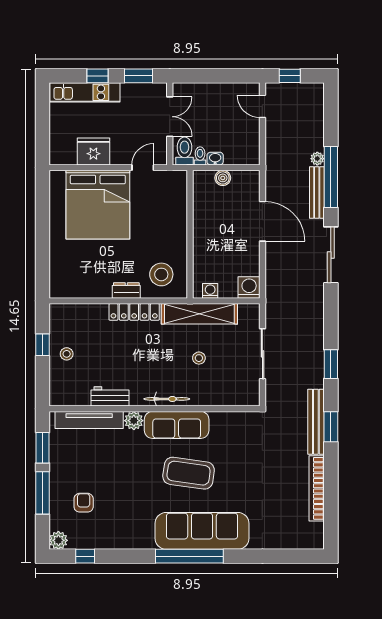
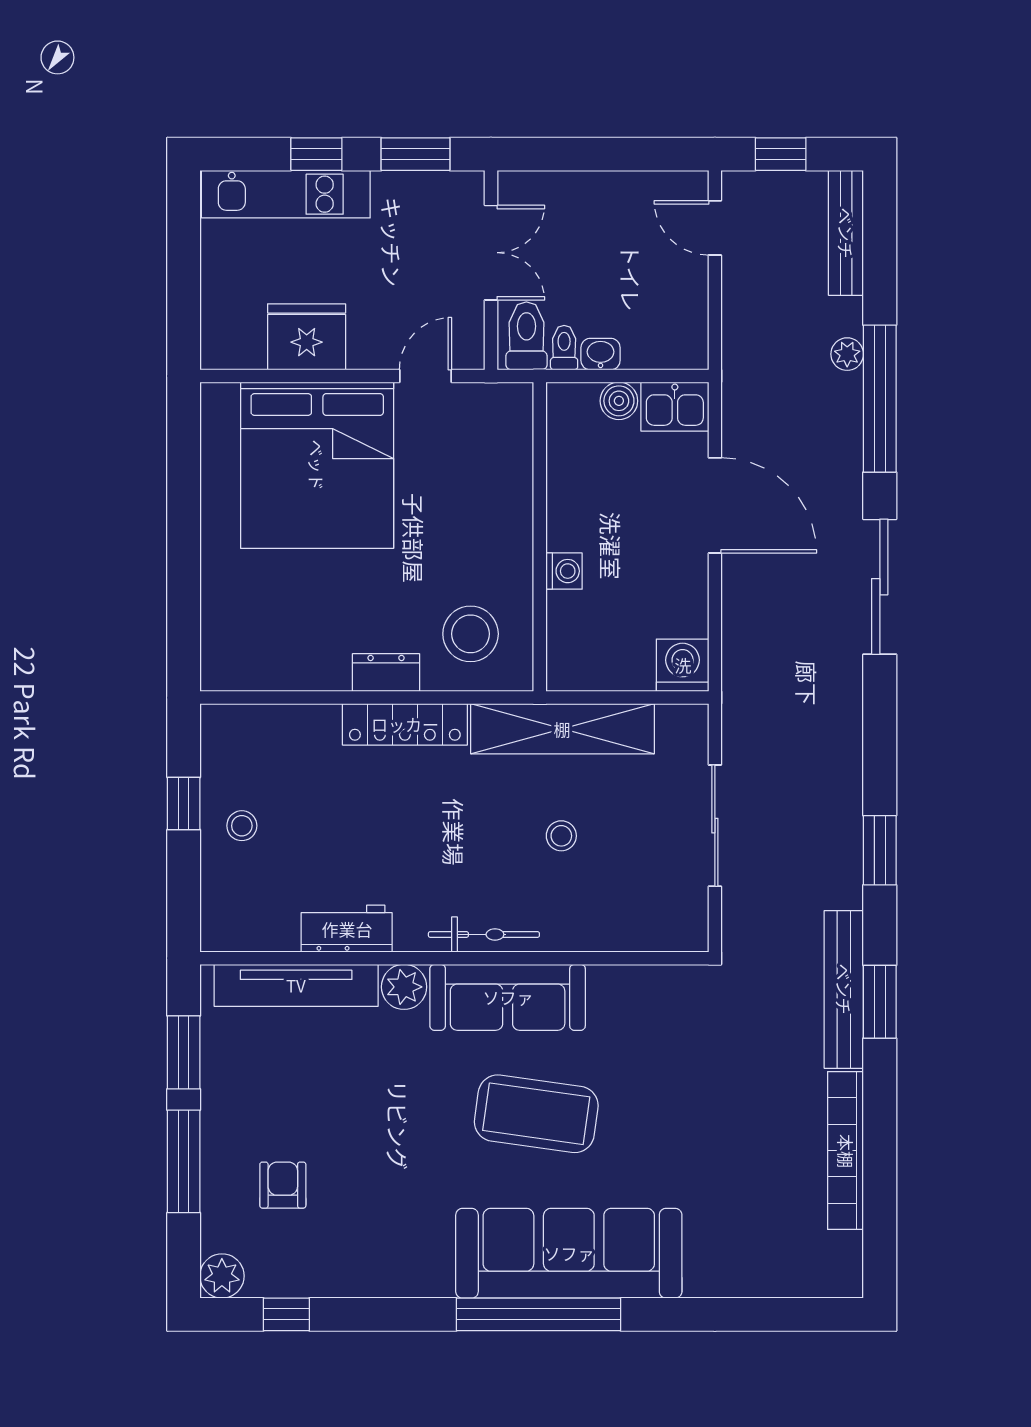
kitchen sink: (246, 180) -> (675, 407), added
bench: (317, 193) -> (846, 233), moved
washing machine: (210, 291) -> (564, 571), moved, turned 90

